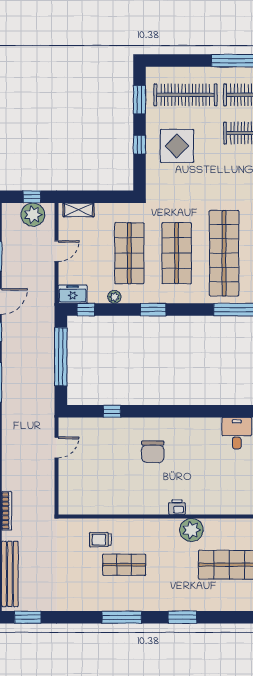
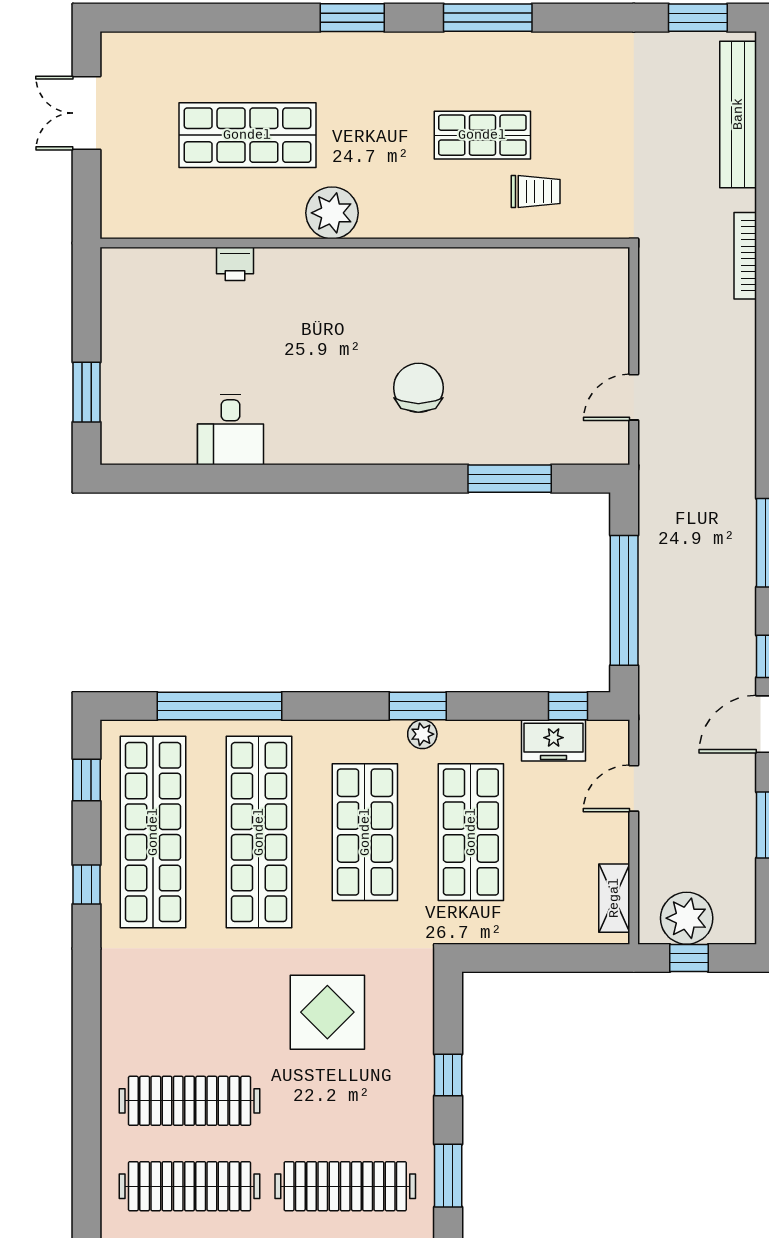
display table: (177, 146) -> (327, 1012), moved
shelving: (78, 210) -> (614, 898), moved, turned 90
door: (57, 251) -> (634, 788), moved
freezer: (73, 294) -> (554, 740), moved
plant: (114, 297) -> (422, 734), moved
window: (112, 411) -> (510, 479), width x2.17
printer: (177, 507) -> (235, 264), moved

